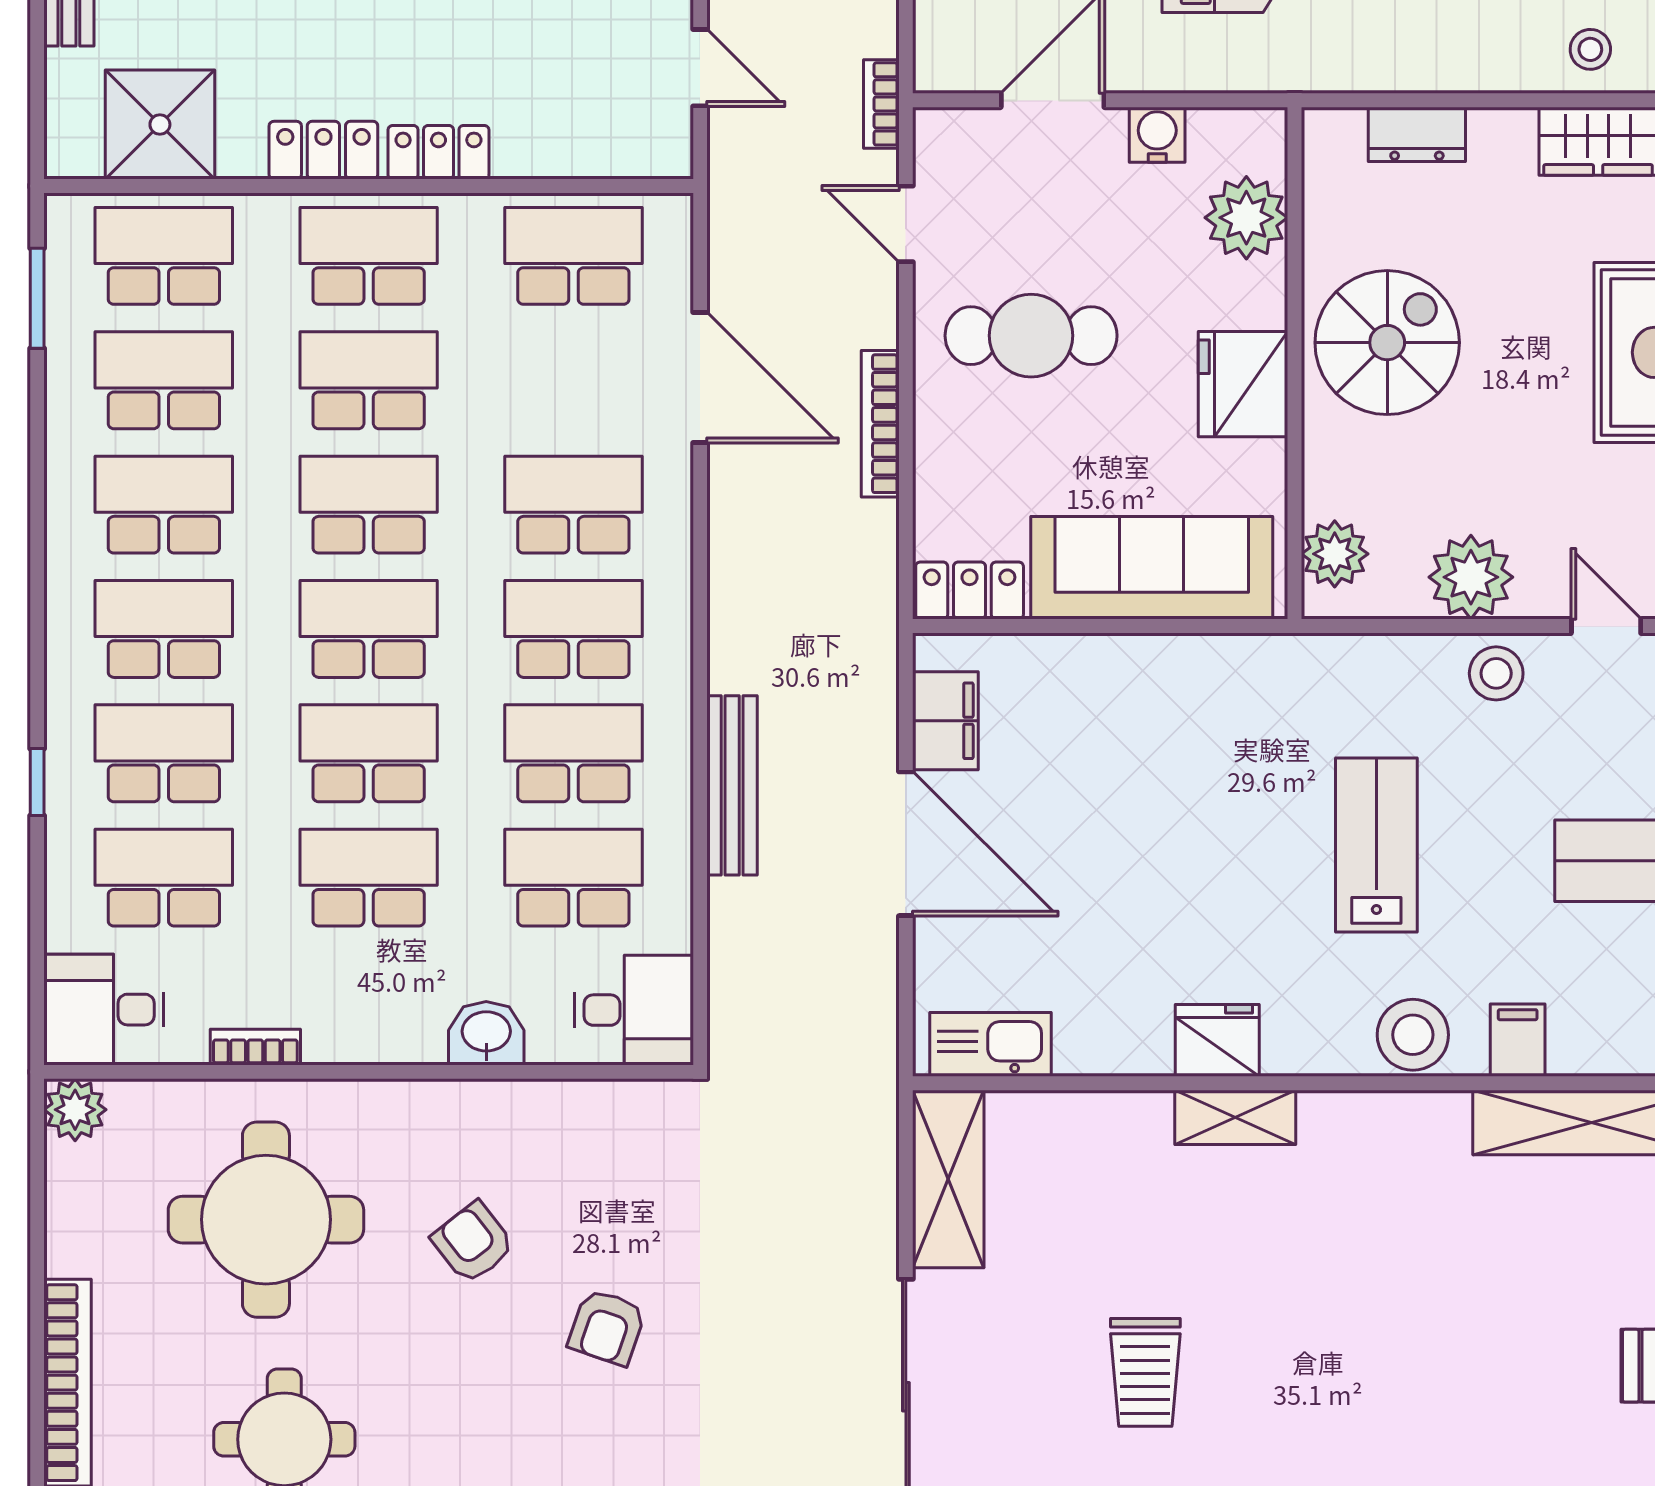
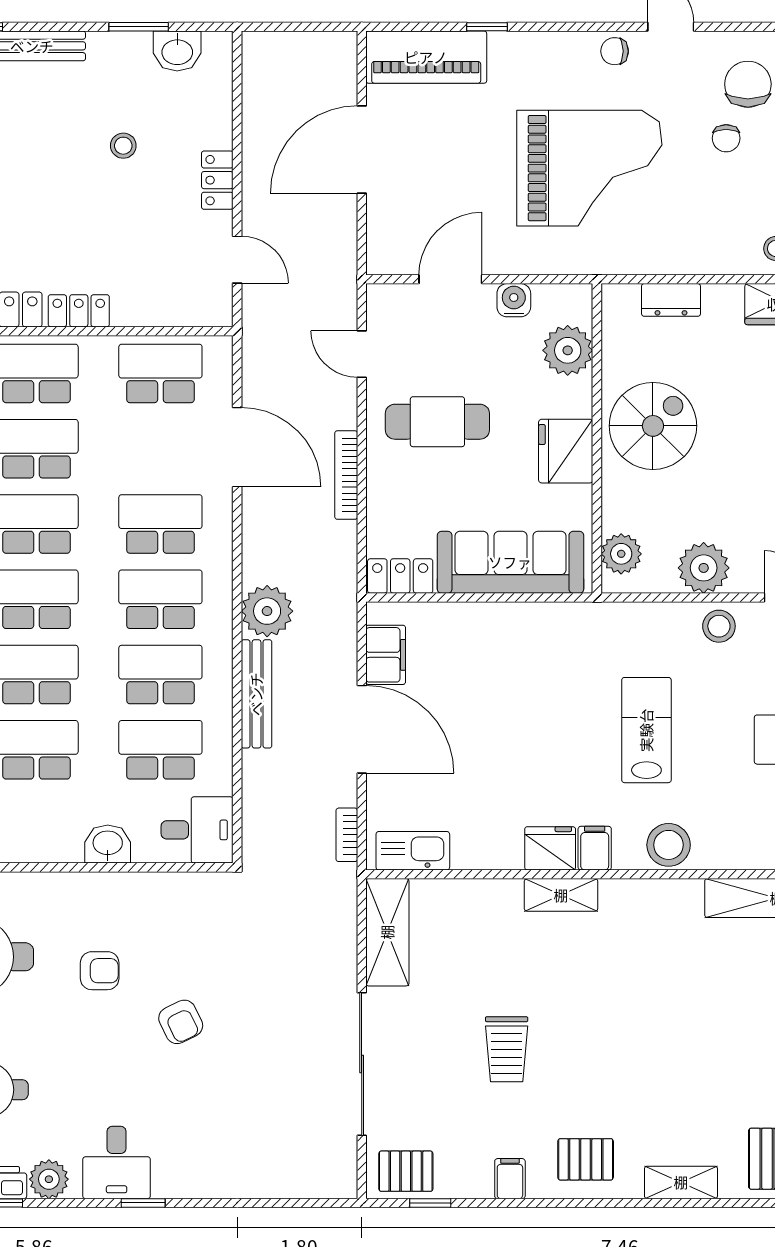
bookcase: (881, 104) -> (347, 835), moved
plant: (750, 648) -> (267, 611), added
filing cabinet: (1518, 1040) -> (595, 848), moved
armchair: (473, 1243) -> (100, 971), turned 128
armchair: (607, 1327) -> (181, 1022), turned -45

